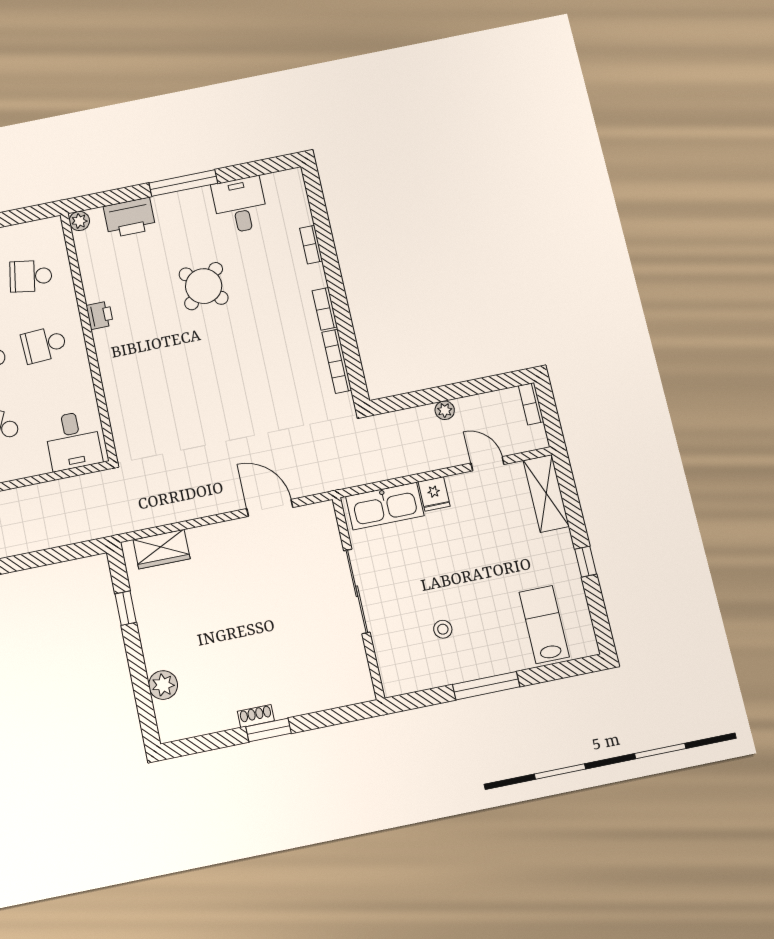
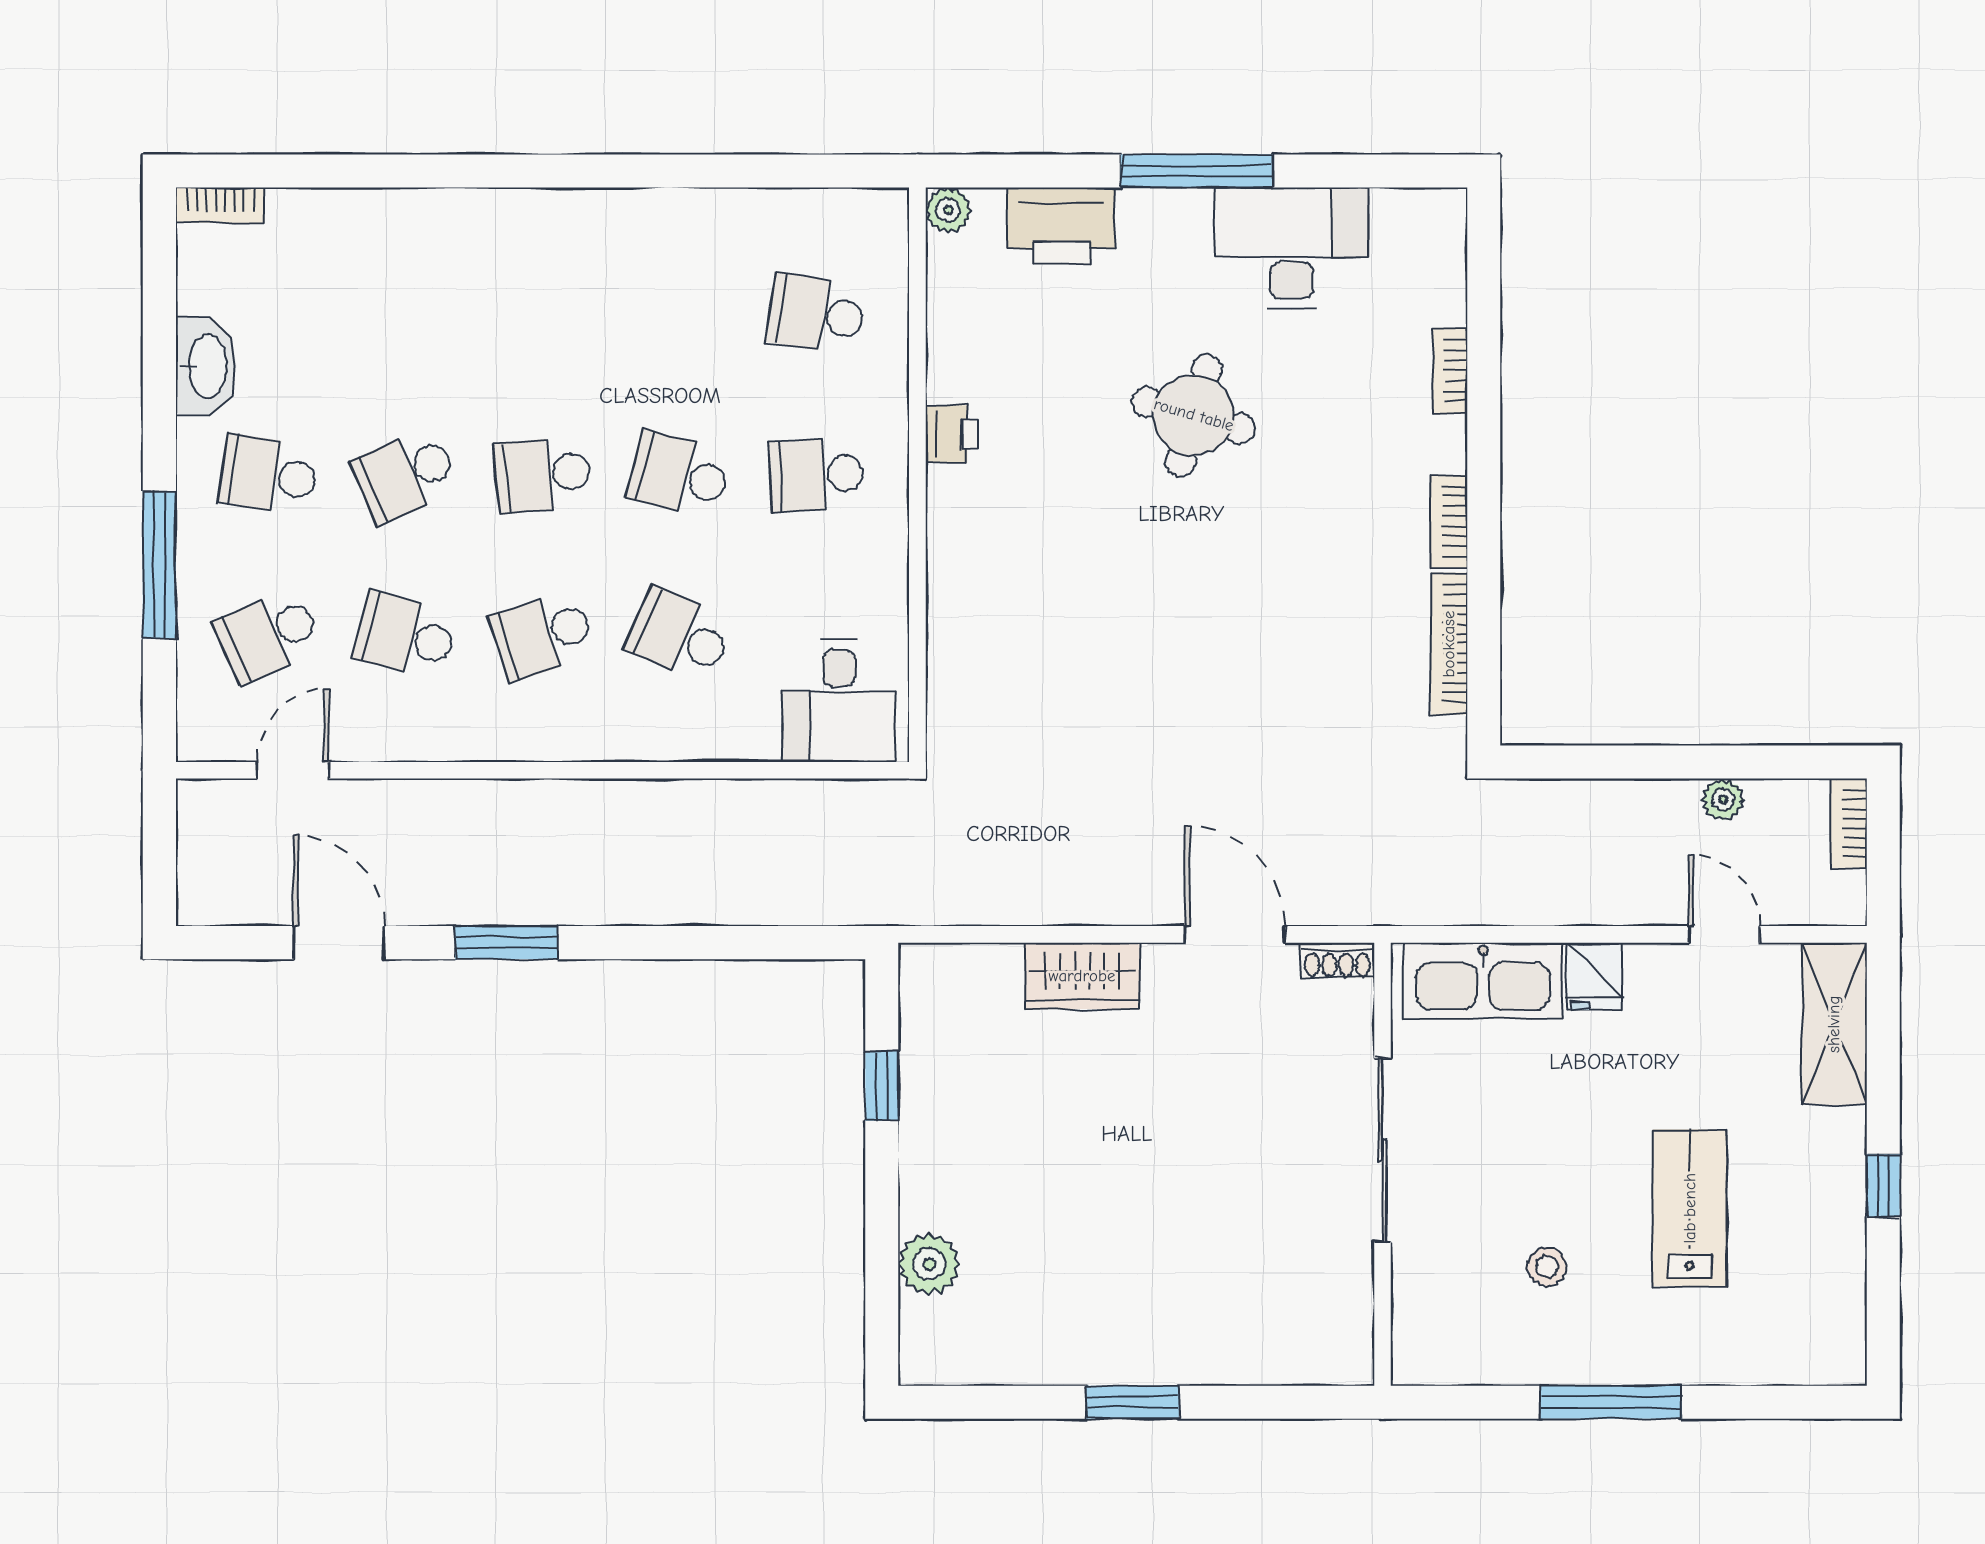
desk: (240, 205) -> (1292, 248), width x1.37
round table: (204, 286) -> (1194, 415), turned -30
plant: (445, 410) -> (1723, 799), moved
wardrobe: (161, 549) -> (1082, 976), moved
lab bench: (544, 625) -> (1690, 1208), moved
shoe rack: (256, 716) -> (1338, 960), moved, turned 180

